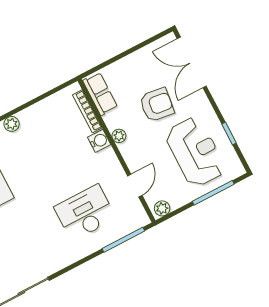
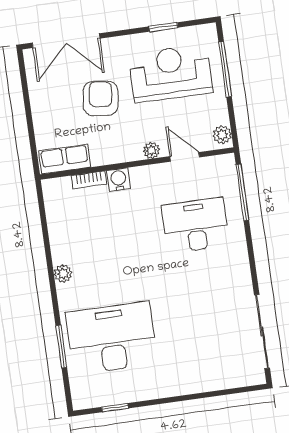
bookcase: (87, 111) -> (89, 180), width x0.64
plant: (119, 136) -> (152, 150), moved
desk: (85, 213) -> (196, 225), turned 90

